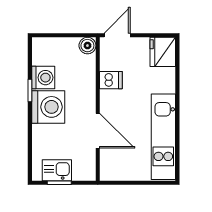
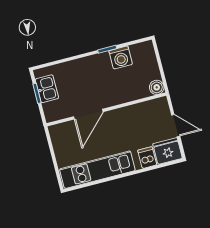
door: (117, 35) -> (176, 126), moved
dishwasher: (111, 80) -> (147, 158), moved, turned 180
washing machine: (48, 107) -> (97, 68), removed

